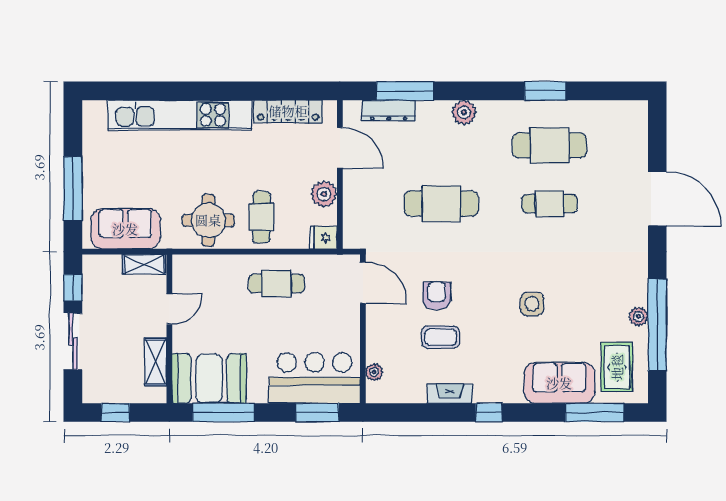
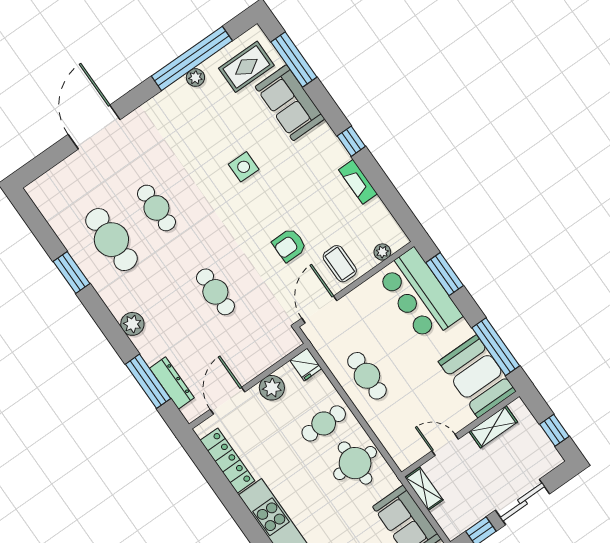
cafe table: (441, 204) -> (215, 292), width x0.73, depth x0.74
coffee table: (441, 337) -> (340, 264), moved

